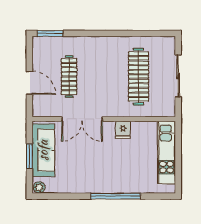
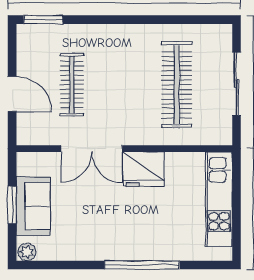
fridge: (123, 130) -> (144, 169), width x1.88, depth x1.34
sofa: (43, 150) -> (33, 206), width x0.73

